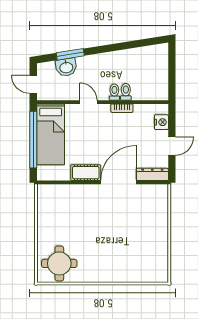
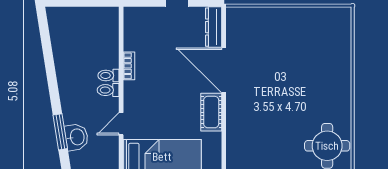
toilet: (126, 92) -> (108, 90), moved
door: (88, 102) -> (121, 124), moved
nightstand: (161, 122) -> (147, 15), removed

